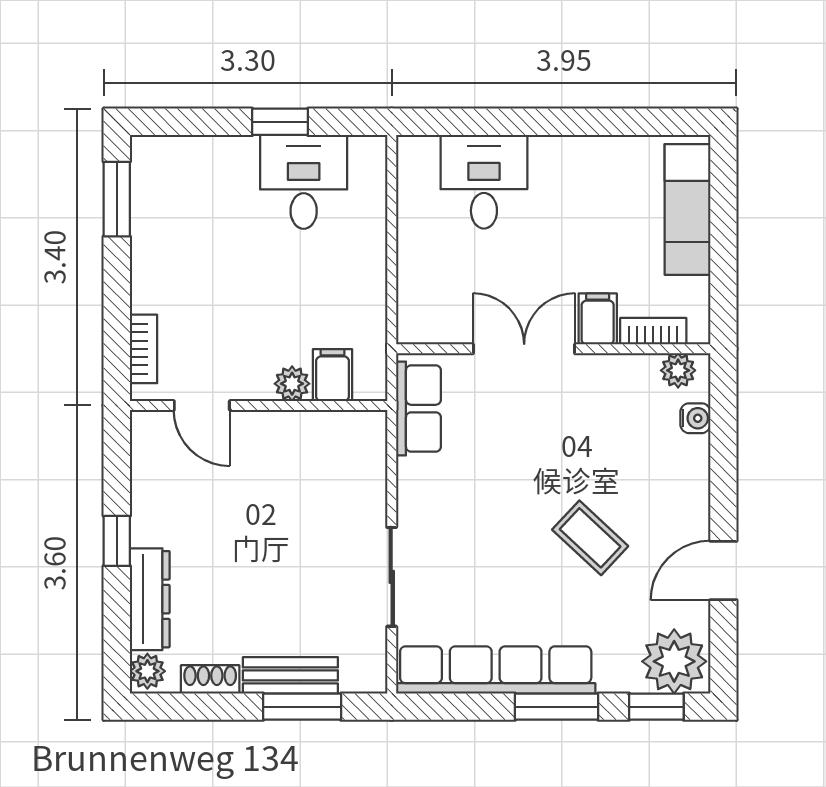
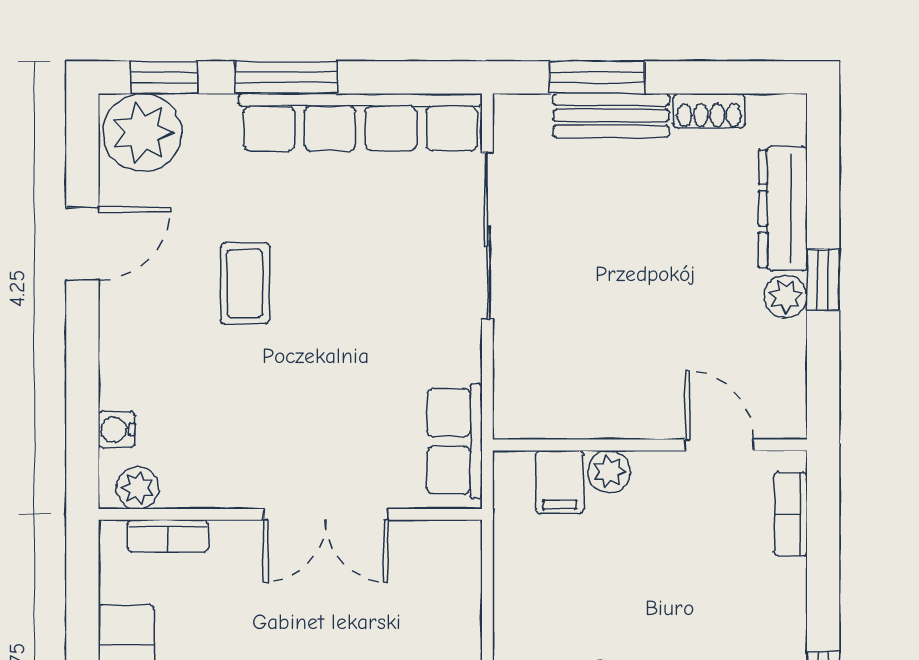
filing cabinet: (598, 319) -> (236, 551), removed
coffee table: (590, 538) -> (245, 283), turned 47
sliding door: (392, 577) -> (487, 236), width x1.37
plant: (147, 671) -> (786, 296), moved

